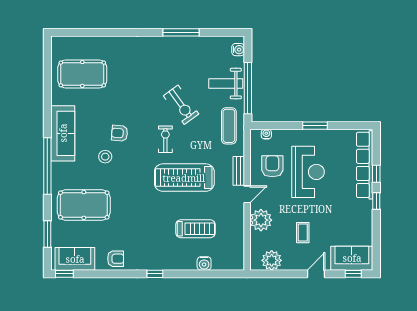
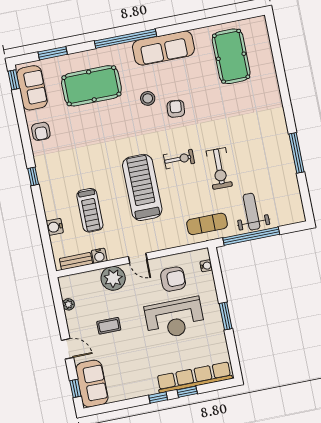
water cooler: (238, 50) -> (99, 256), moved
exercise bike: (181, 105) -> (219, 168), turned -53
bench: (239, 171) -> (76, 261), moved
pool table: (84, 205) -> (91, 86), turned 90
plant: (272, 260) -> (68, 304), width x0.53, depth x0.53

